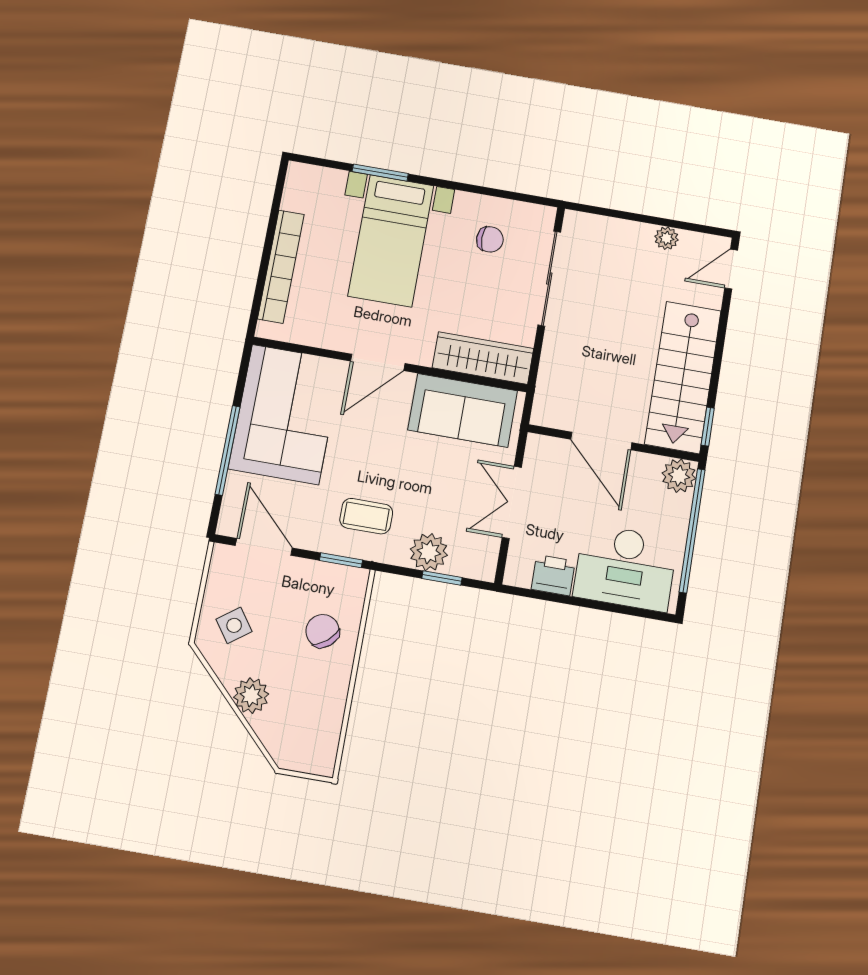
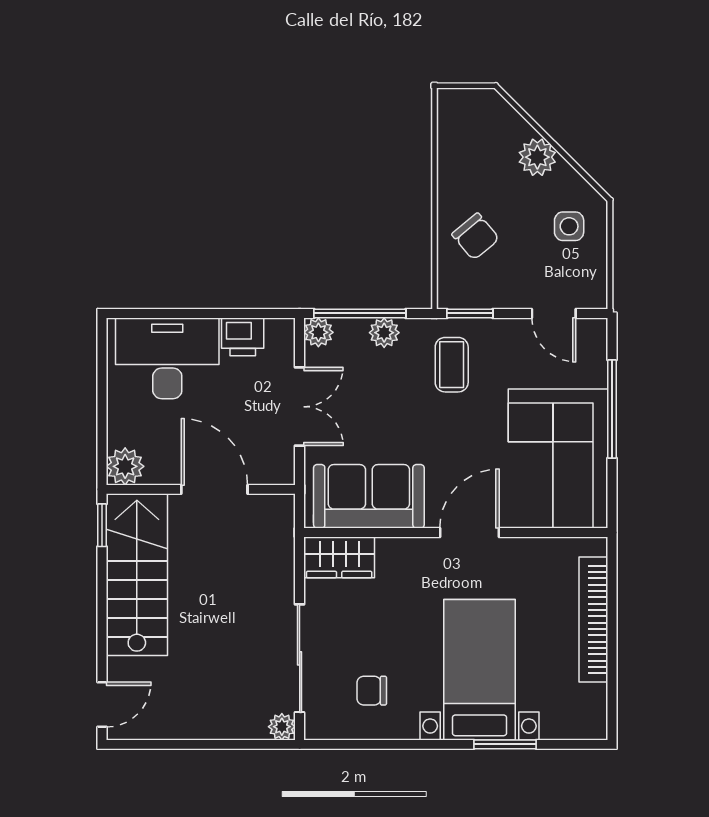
plant: (666, 238) -> (282, 727), moved
wardrobe: (483, 358) -> (339, 557), width x0.67
coffee table: (366, 516) -> (452, 365), turned 90
window: (692, 531) -> (102, 410), removed
door: (264, 547) -> (554, 313), width x0.73
plant: (429, 552) -> (384, 333), width x0.73, depth x0.73
plant: (483, 567) -> (318, 332), added
window: (442, 578) -> (360, 313), width x2.17
side table: (234, 625) -> (569, 226), turned 36

